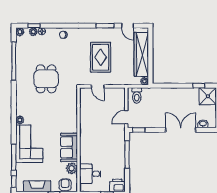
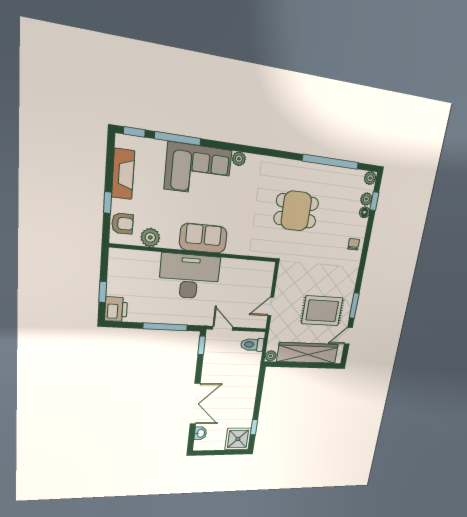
rug: (101, 57) -> (322, 311), moved
door: (98, 86) -> (271, 307), moved
sofa: (69, 147) -> (203, 238), moved
desk: (90, 174) -> (190, 276), moved, width x1.87, depth x1.30

